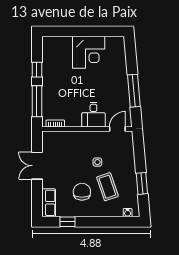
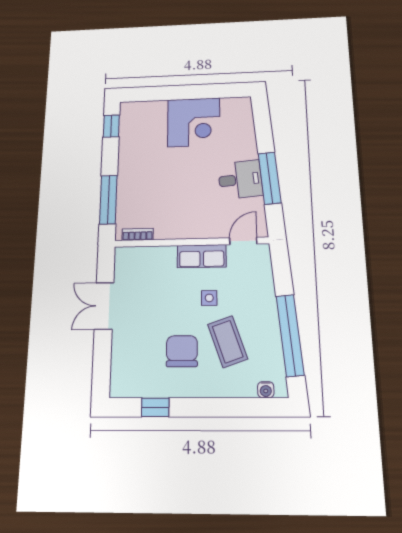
window: (37, 70) -> (111, 126), moved
desk: (93, 115) -> (240, 180), moved, turned -95
window: (142, 183) -> (290, 335), width x2.11
row of seats: (49, 203) -> (202, 256), moved, turned 90

